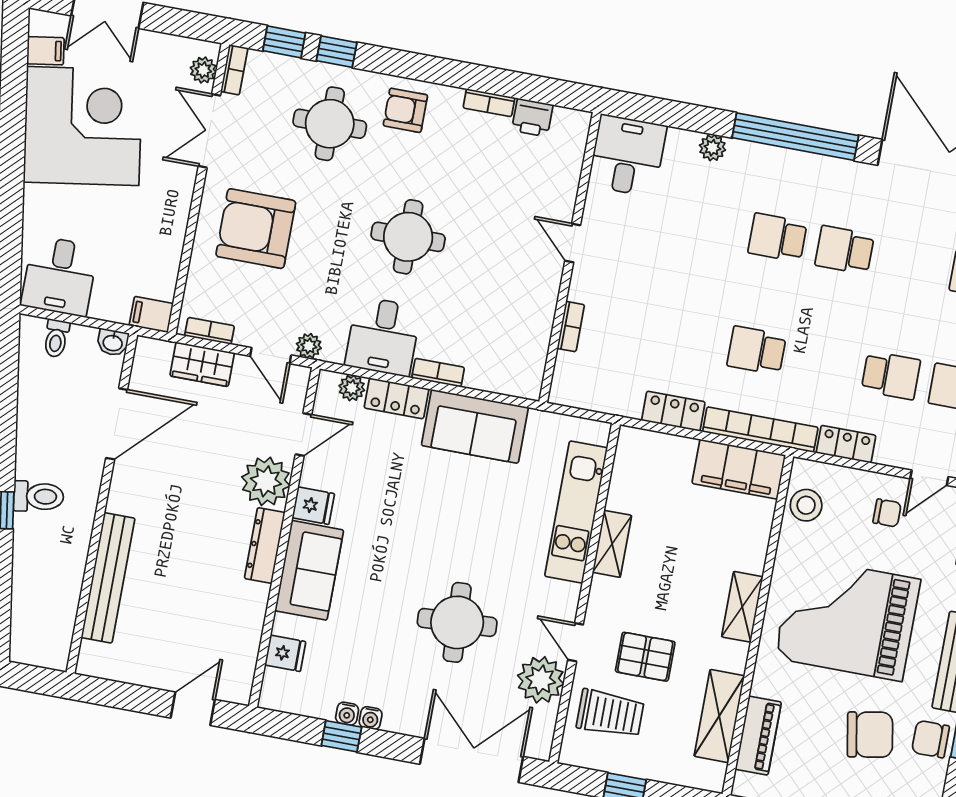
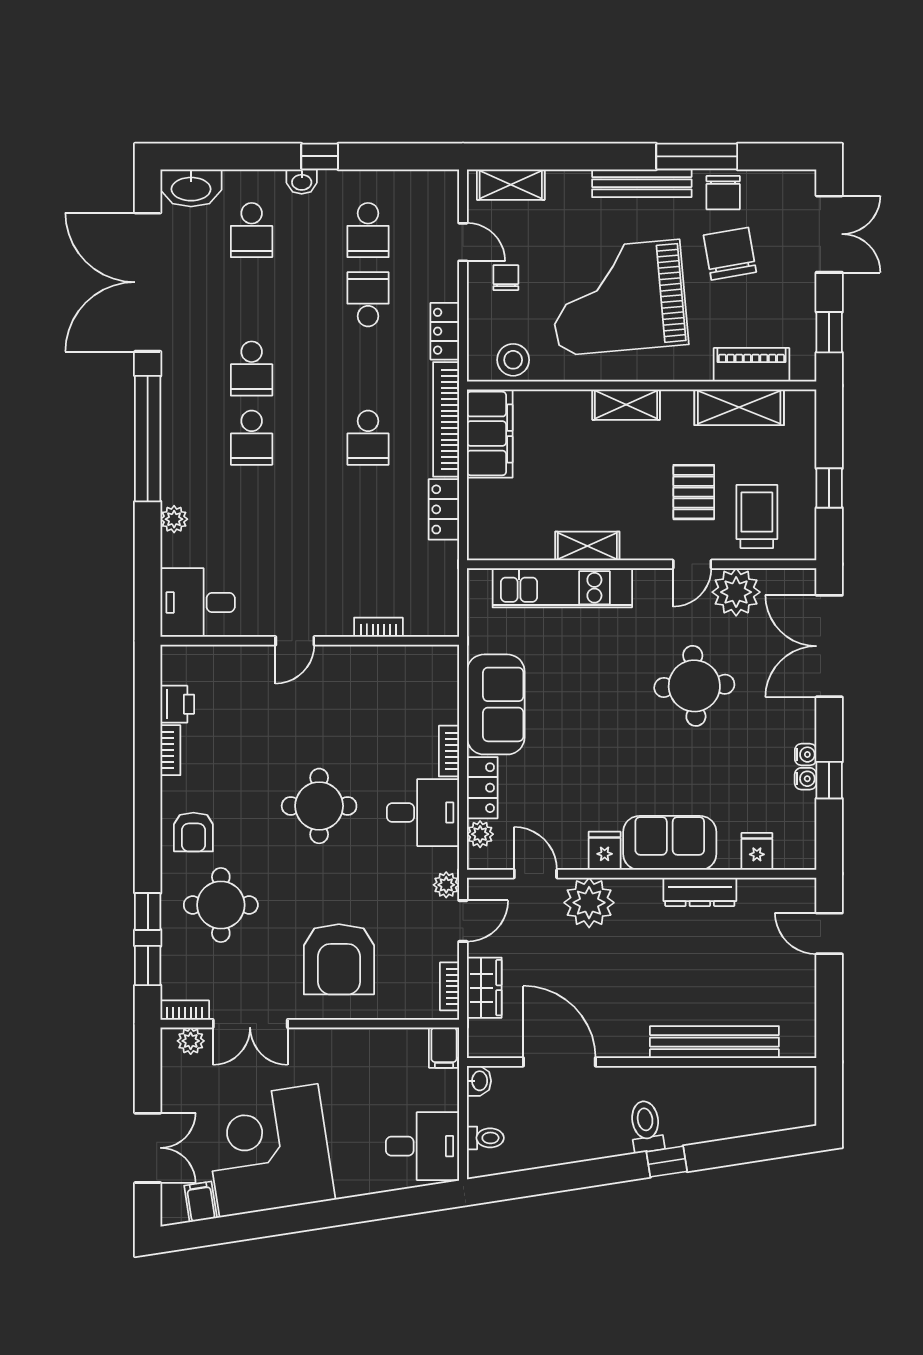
dresser: (265, 546) -> (700, 892), moved
grand piano: (847, 619) -> (619, 298), turned 85

